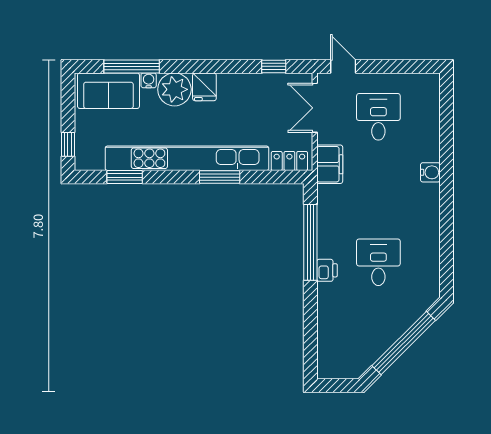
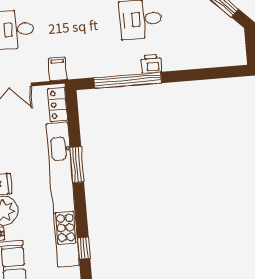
filing cabinet: (330, 164) -> (58, 69), width x0.50
window: (125, 177) -> (84, 248), width x0.67

